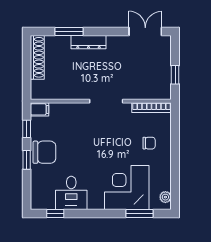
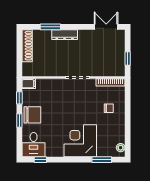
corner desk: (127, 188) -> (80, 141), moved
desk: (71, 193) -> (34, 145), moved

